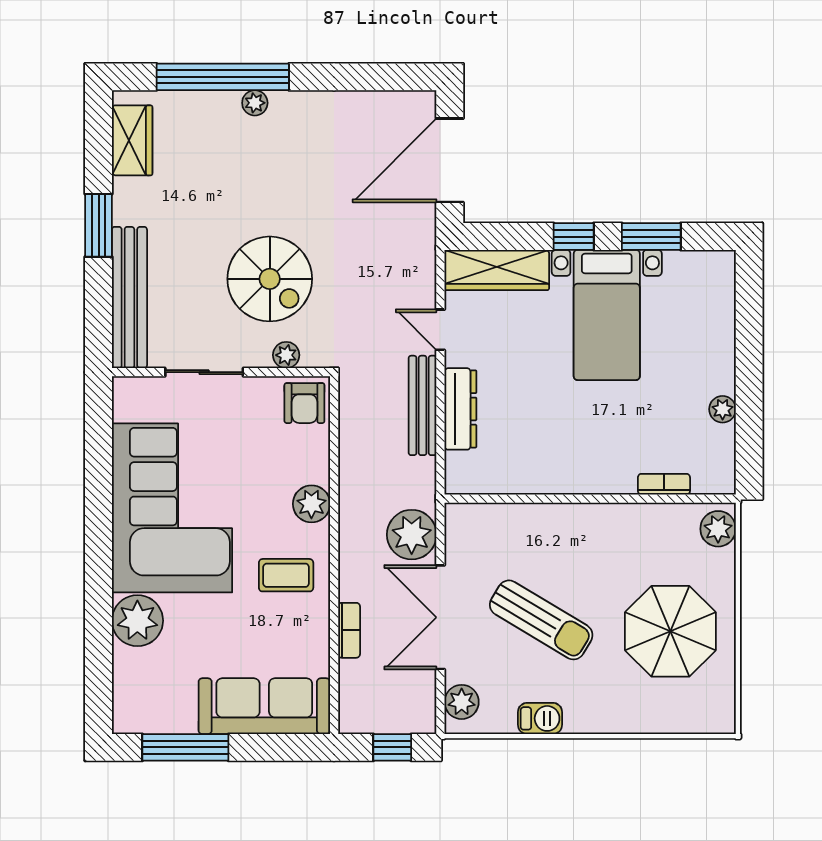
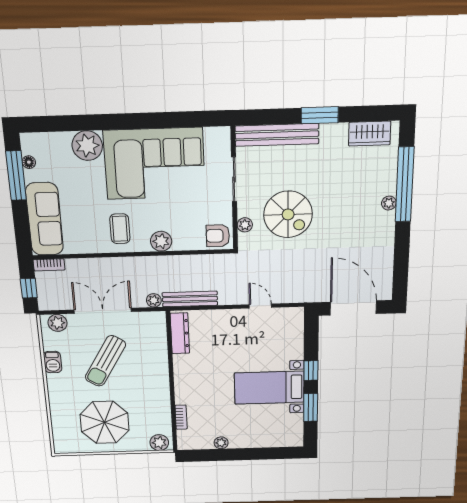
wardrobe: (497, 270) -> (293, 333), removed
spiral stairs: (270, 279) -> (288, 214), turned -90
door: (440, 330) -> (260, 306), hinge flipped
bench: (423, 405) -> (190, 299), moved
dresser: (460, 409) -> (180, 333), moved, turned -90
plant: (412, 535) -> (154, 300), width x0.53, depth x0.53
bookcase: (349, 630) -> (49, 265), moved
floor lamp: (163, 723) -> (29, 162), added

